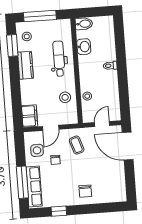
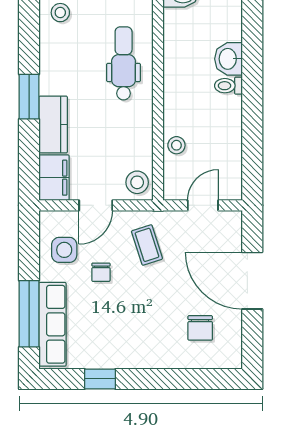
window: (12, 45) -> (29, 97), moved
washbasin: (84, 47) -> (229, 59), moved, turned 180
kitchen counter: (25, 65) -> (53, 125), moved
stool: (65, 97) -> (137, 182), moved
door: (128, 146) -> (252, 281), moved
chair: (85, 191) -> (200, 328), moved

